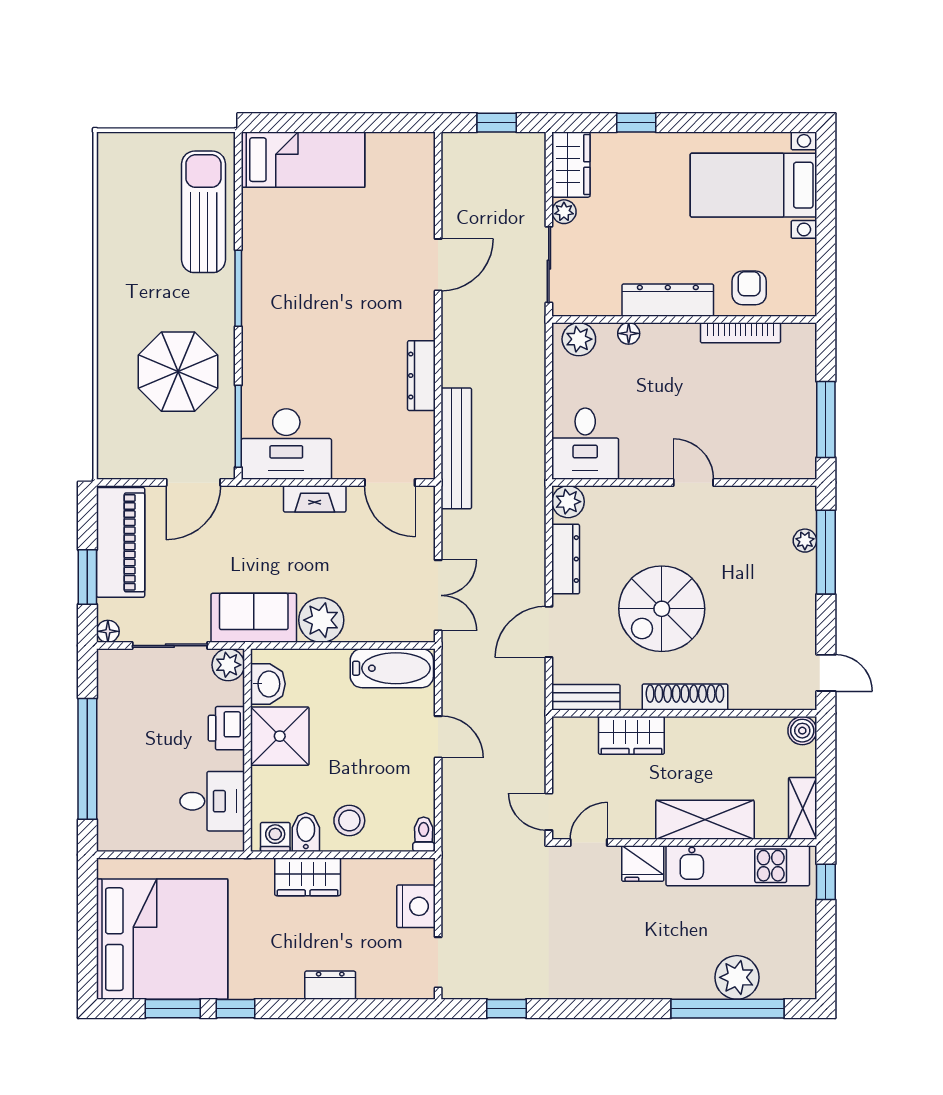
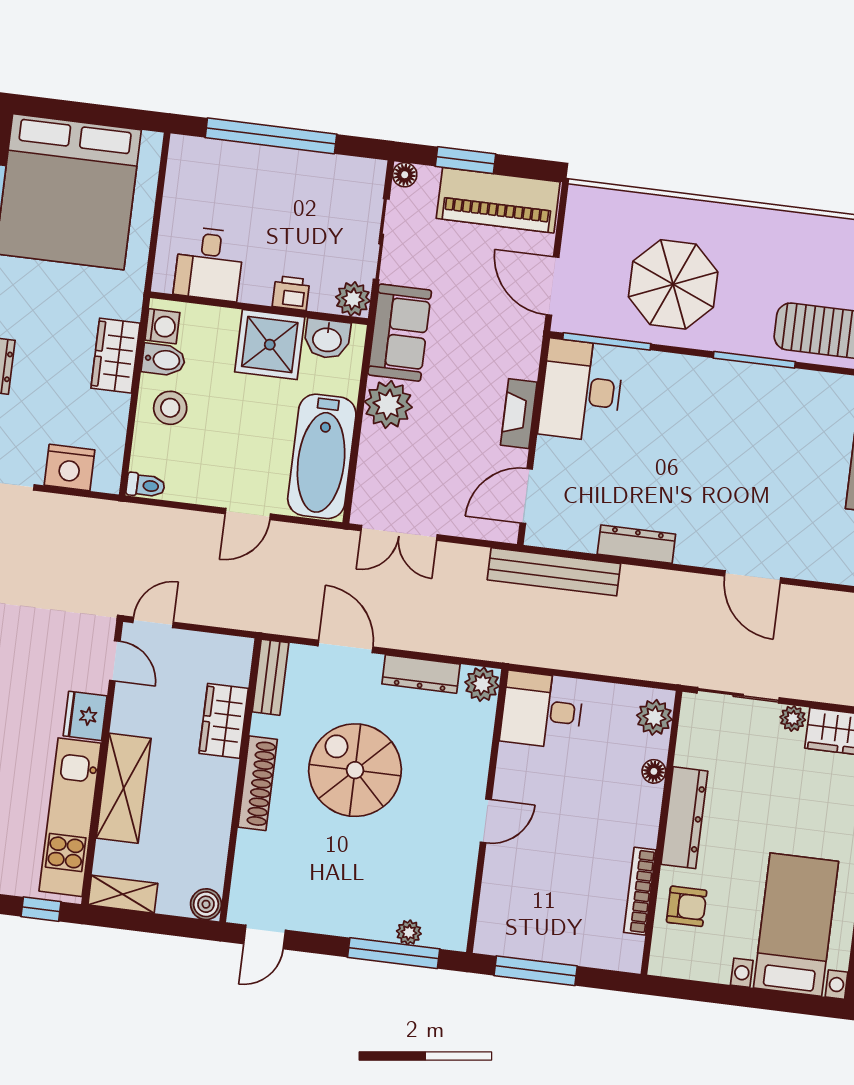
bathtub: (392, 668) -> (322, 456), width x1.36, depth x1.36
printer: (226, 728) -> (291, 293), width x0.73, depth x0.81

